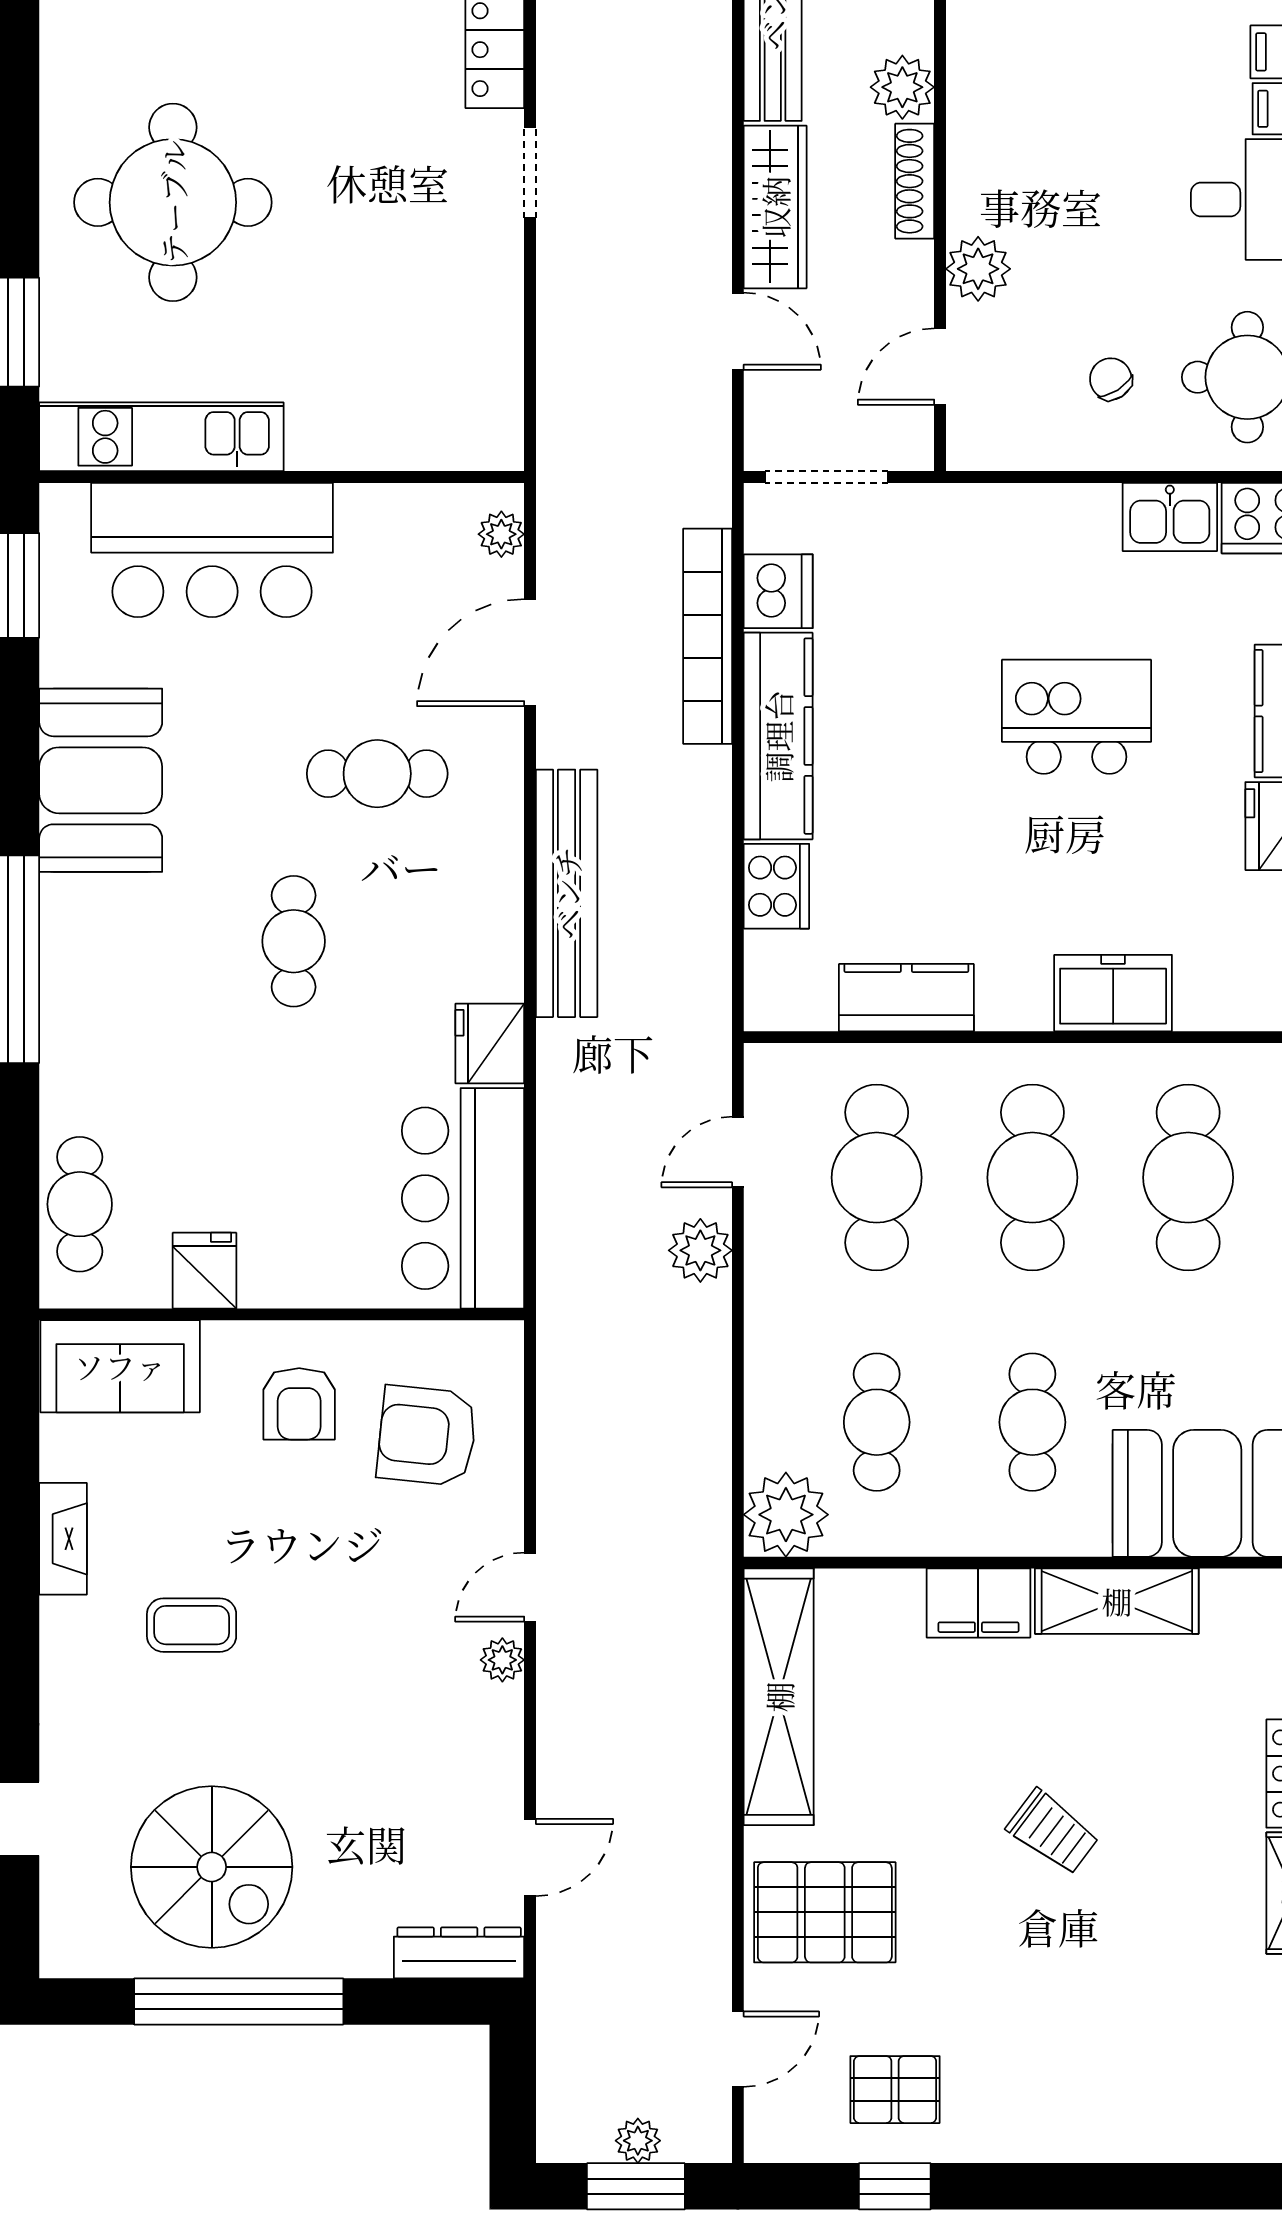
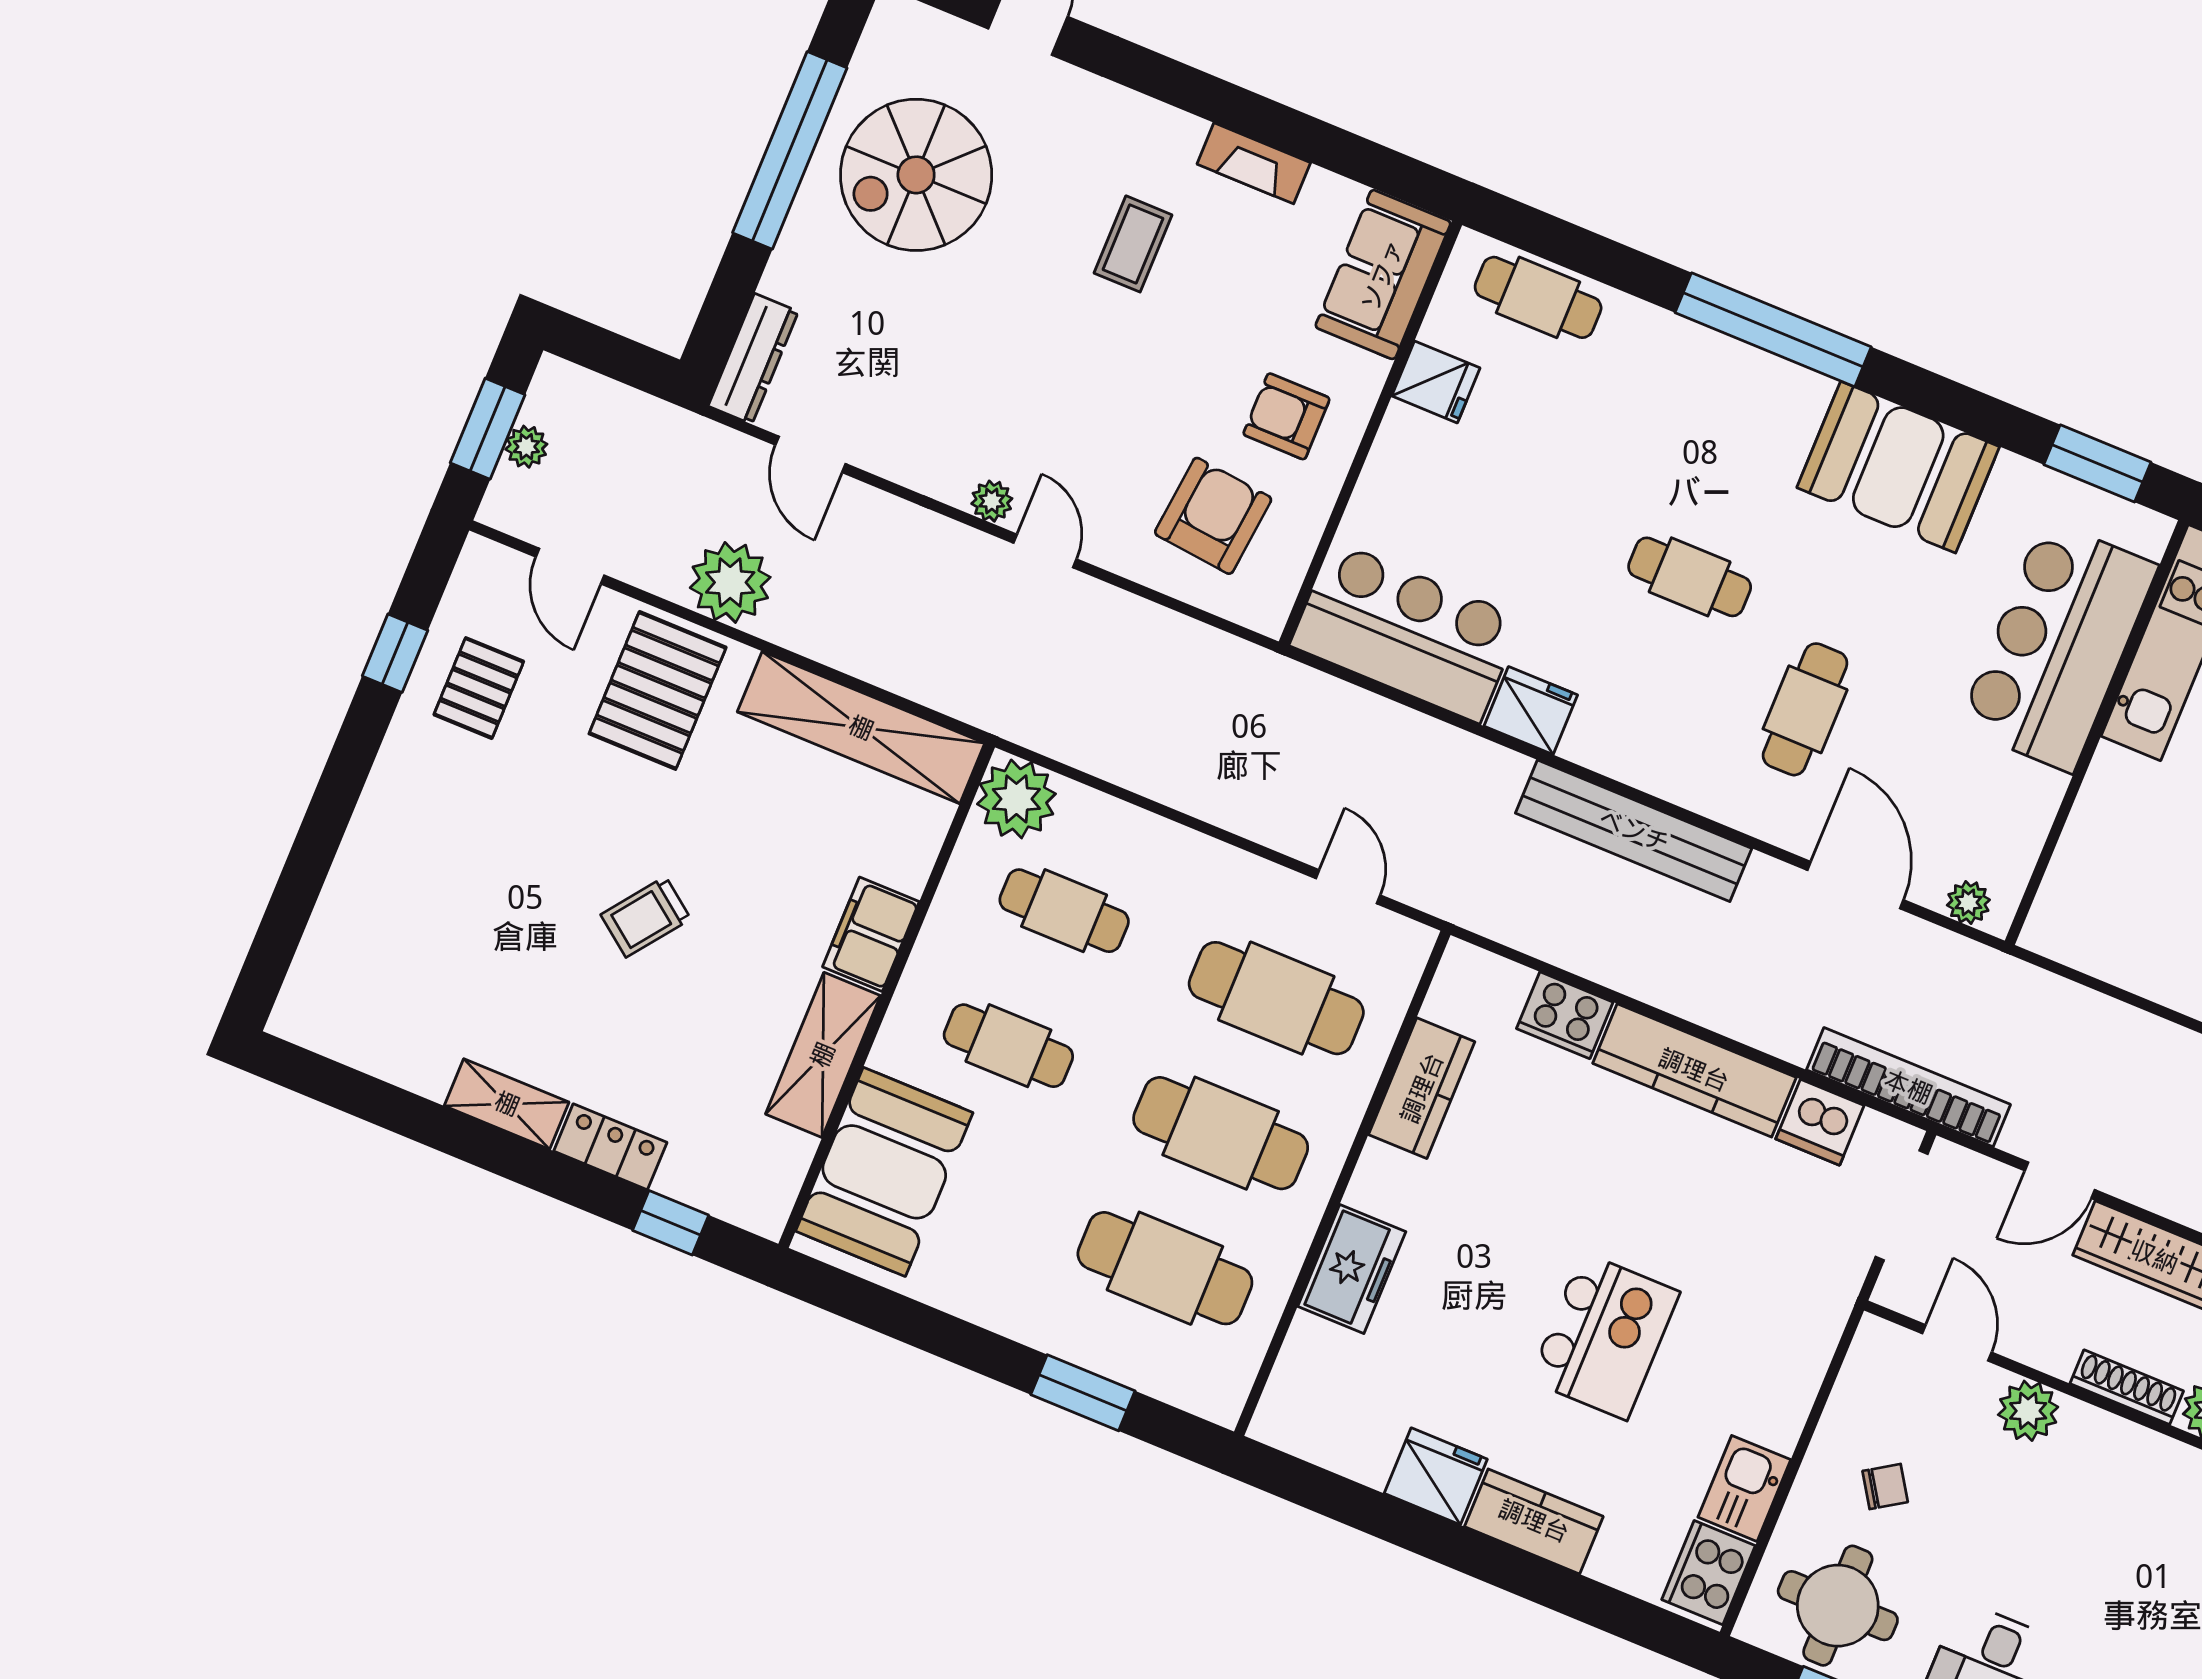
bookcase: (708, 636) -> (1908, 1087), moved
plant: (700, 1250) -> (730, 582), moved, width x1.36, depth x1.36

